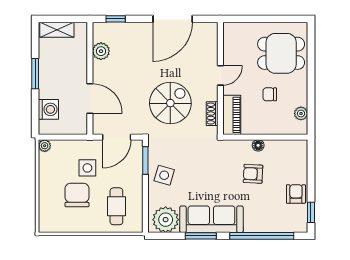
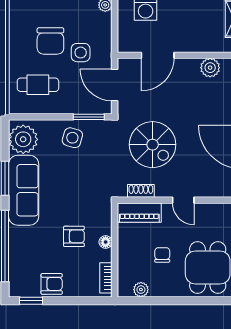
bookcase: (290, 145) -> (106, 278), added
armchair: (253, 174) -> (74, 236), turned 87
chair: (77, 195) -> (50, 41), turned 90

